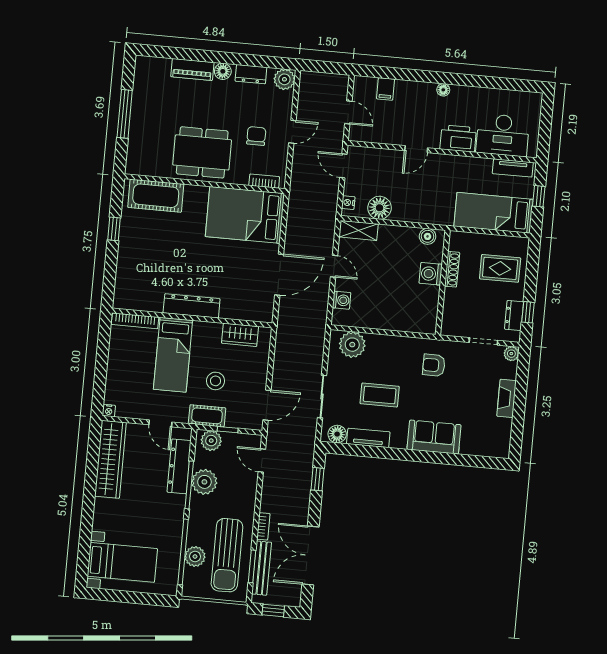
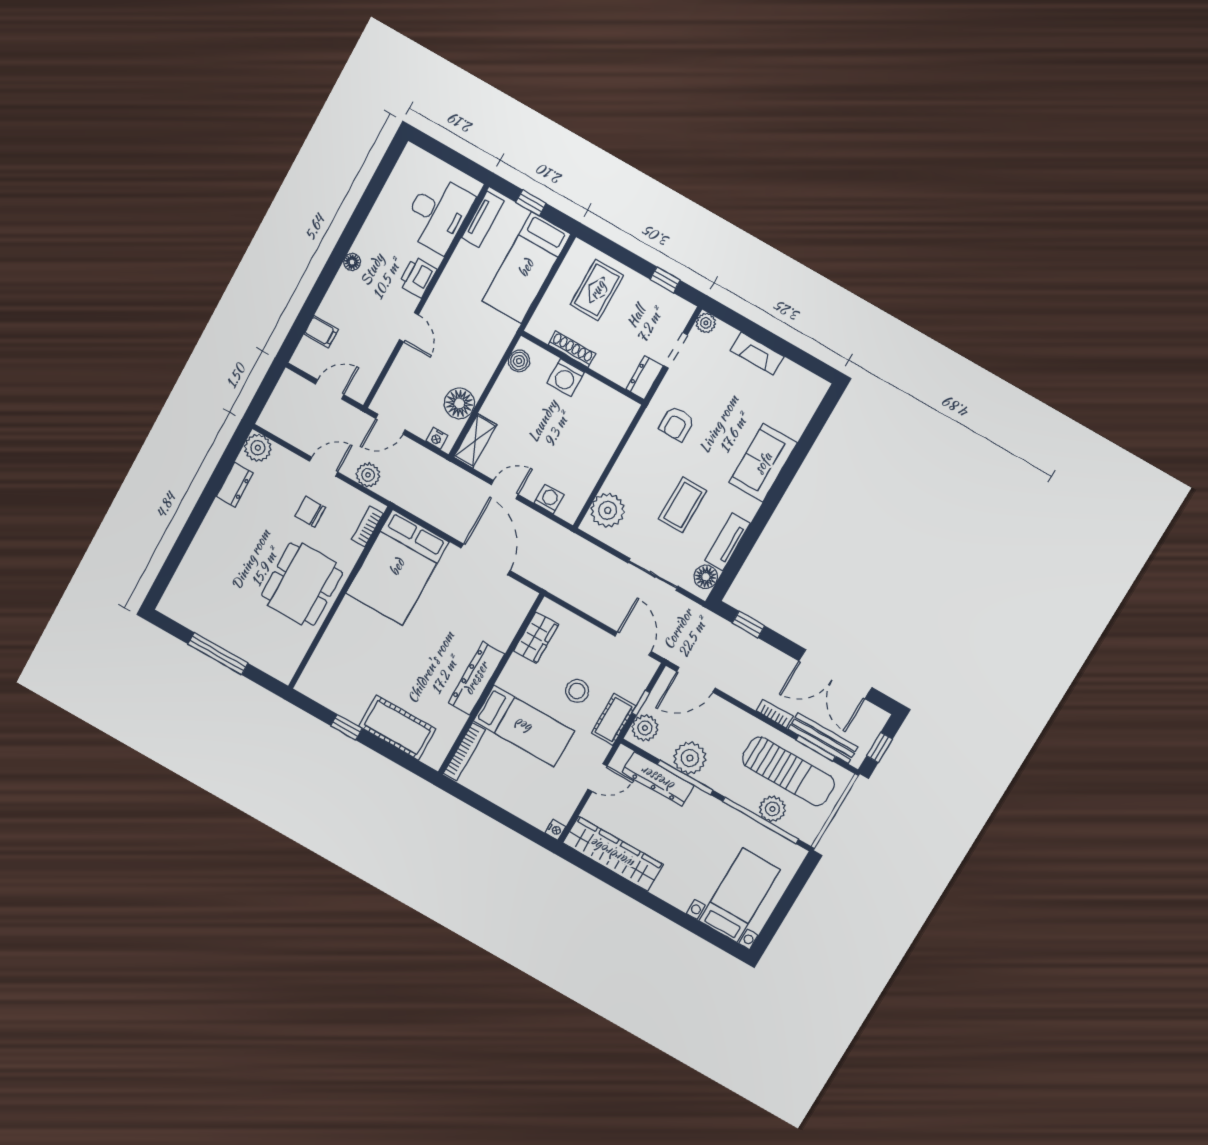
piano: (192, 70) -> (200, 551), removed
floor lamp: (223, 71) -> (217, 516), removed
door: (292, 132) -> (324, 467), hinge flipped
printer: (458, 138) -> (417, 277), width x0.73, depth x0.84
plant: (301, 166) -> (368, 475), added
cot: (156, 196) -> (397, 728), moved, turned 90
dresser: (514, 316) -> (644, 378), moved, turned 90
door: (262, 461) -> (696, 680), width x1.38

